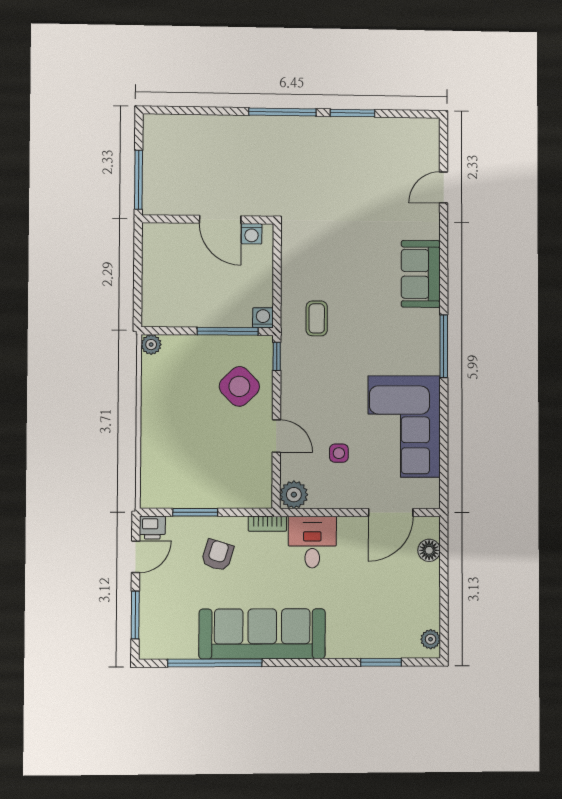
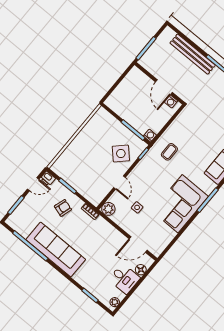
bench: (223, 128) -> (193, 54), added
plant: (151, 345) -> (101, 112), removed
corner sofa: (404, 426) -> (180, 204), moved
desk: (312, 542) -> (124, 279), moved, turned 90

